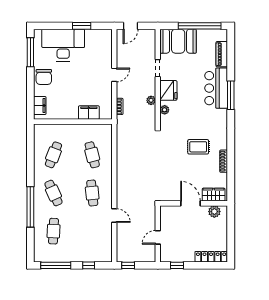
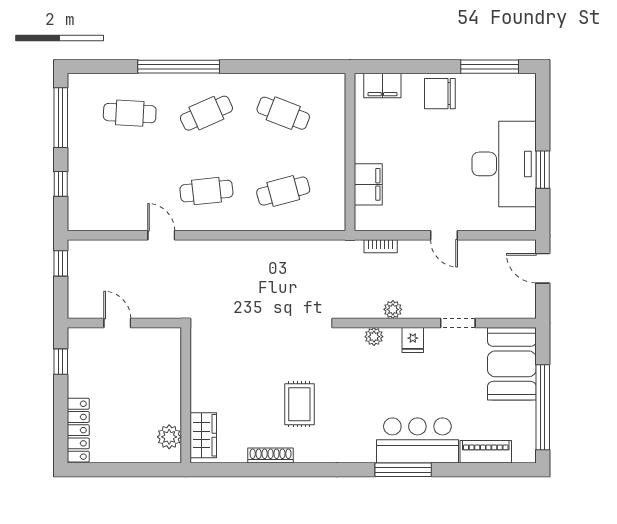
desk: (63, 45) -> (504, 164), moved
fridge: (168, 90) -> (413, 340), width x0.53, depth x0.75
door: (190, 203) -> (186, 389), removed
door: (114, 215) -> (161, 235), swing flipped

